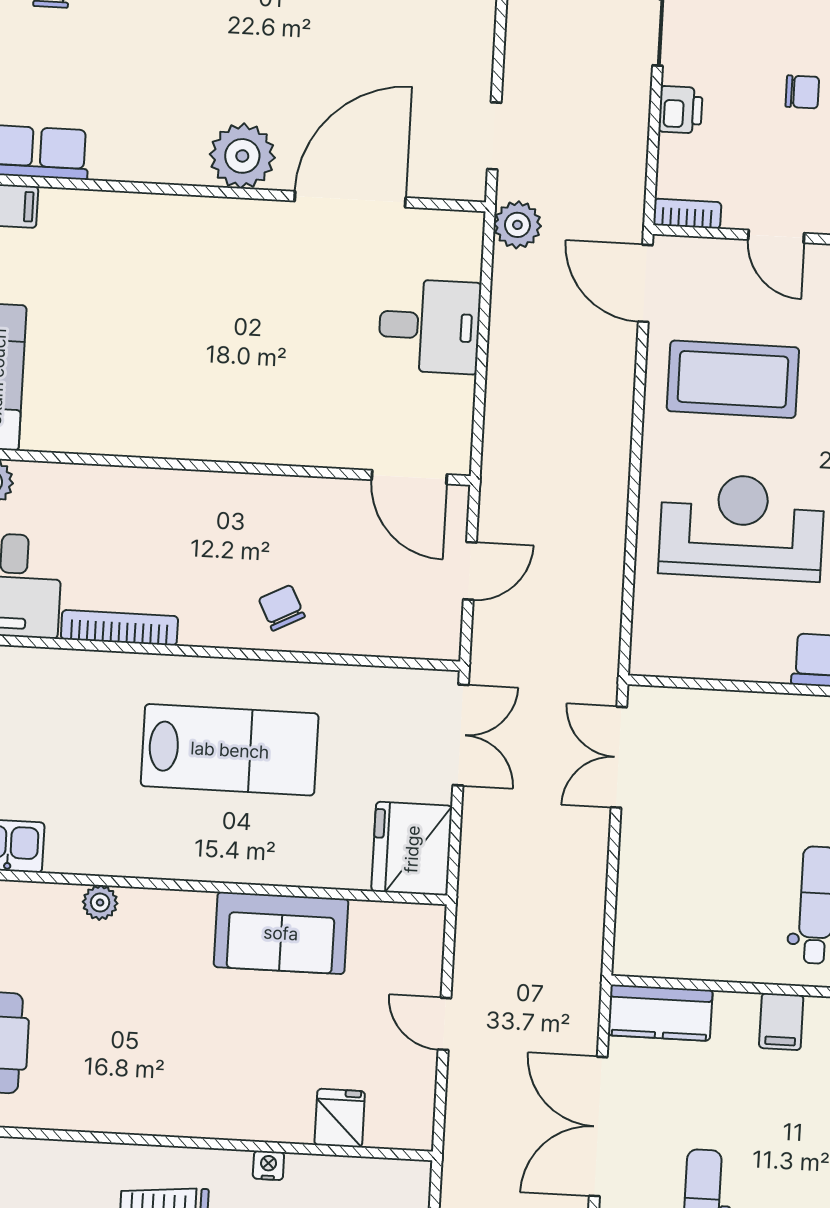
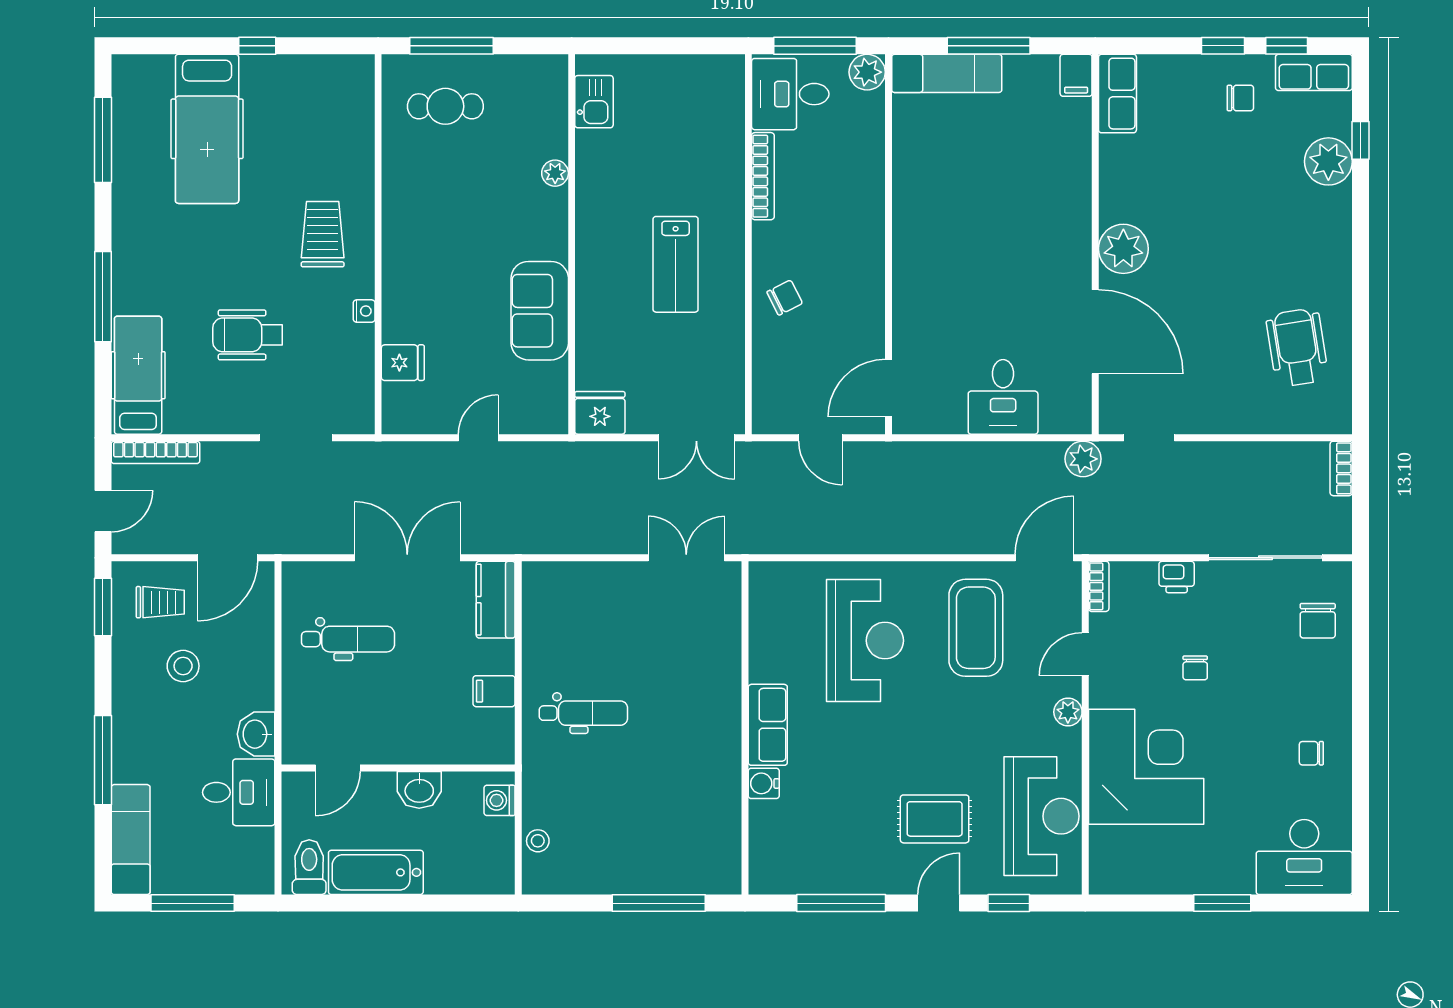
lab bench: (230, 750) -> (676, 264), width x0.73, depth x0.72
fridge: (412, 849) -> (600, 413), width x0.73, depth x0.75

